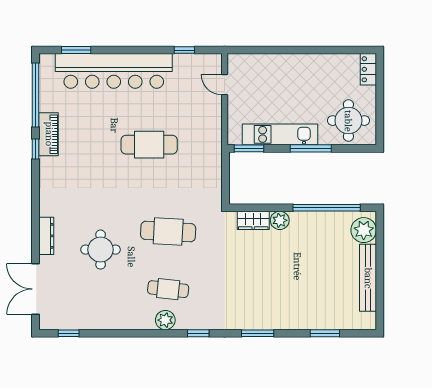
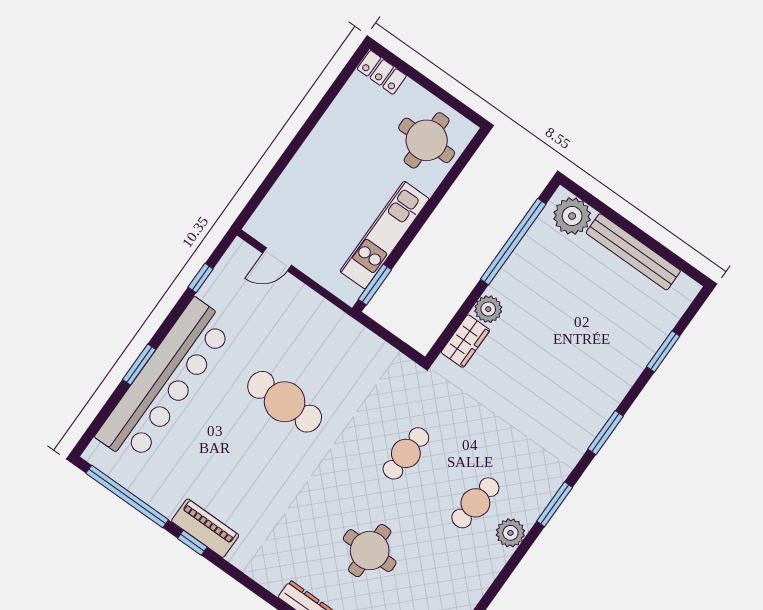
window: (76, 50) -> (139, 365), moved
piano: (49, 134) -> (205, 528), moved
cafe table: (149, 145) -> (285, 402), turned 90
window: (311, 148) -> (428, 210), removed
cafe table: (168, 231) -> (406, 453), width x0.73, depth x0.74
window: (198, 333) -> (555, 504), width x1.50

